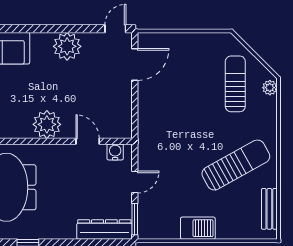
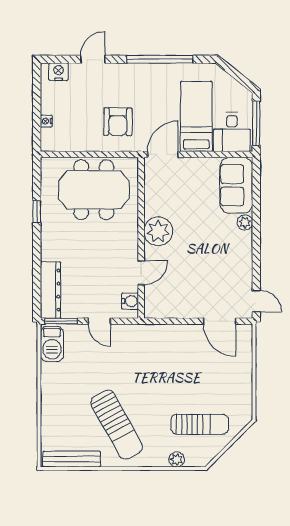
plant: (67, 46) -> (245, 222), moved, width x0.53, depth x0.53
plant: (270, 88) -> (177, 459), moved
bench: (269, 209) -> (72, 459), width x1.36
barbecue: (198, 228) -> (52, 344), moved

